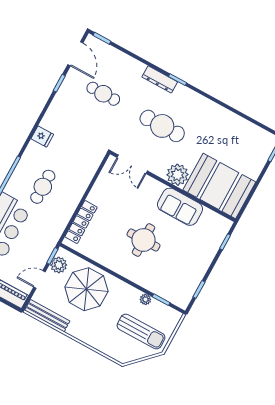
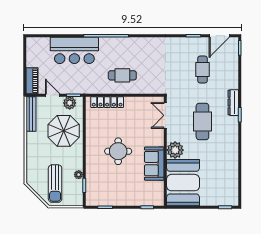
fridge: (42, 137) -> (151, 44), removed
cafe table: (43, 187) -> (122, 75), moved

